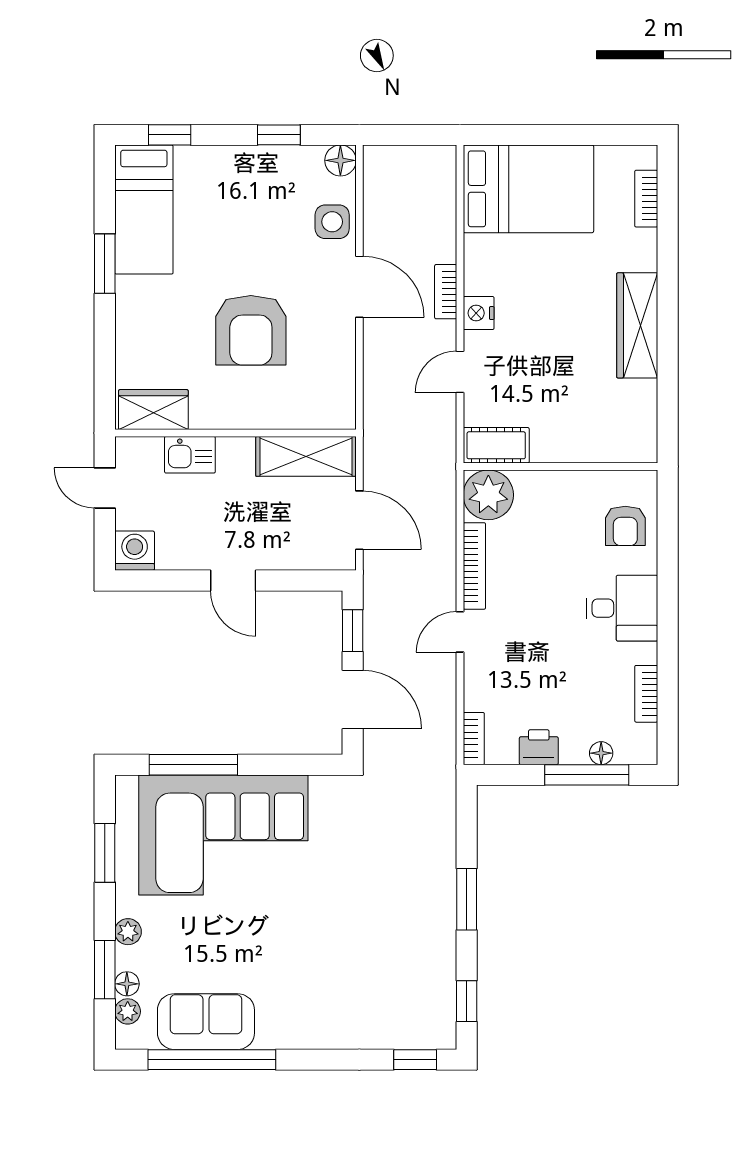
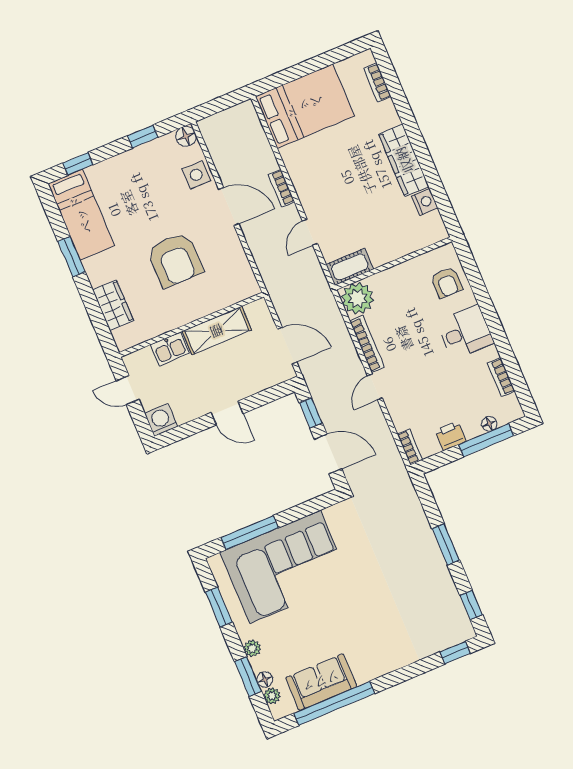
nightstand: (479, 313) -> (425, 202), moved, turned 180
wardrobe: (153, 410) -> (113, 305), moved, turned 90
shelving: (306, 456) -> (217, 331), moved

